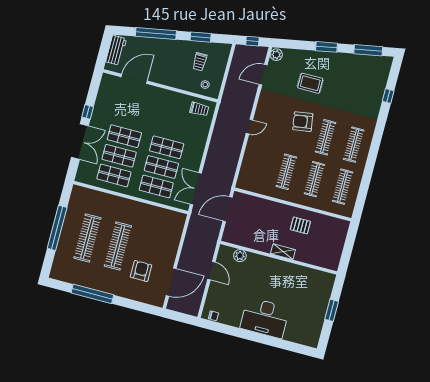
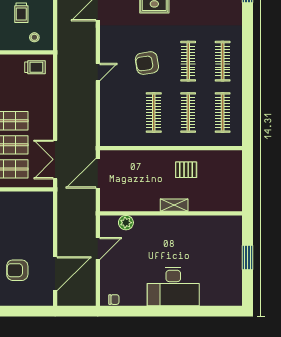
armchair: (303, 122) -> (147, 63), moved
armchair: (141, 271) -> (17, 270), turned -90
door: (211, 271) -> (98, 248), hinge flipped

